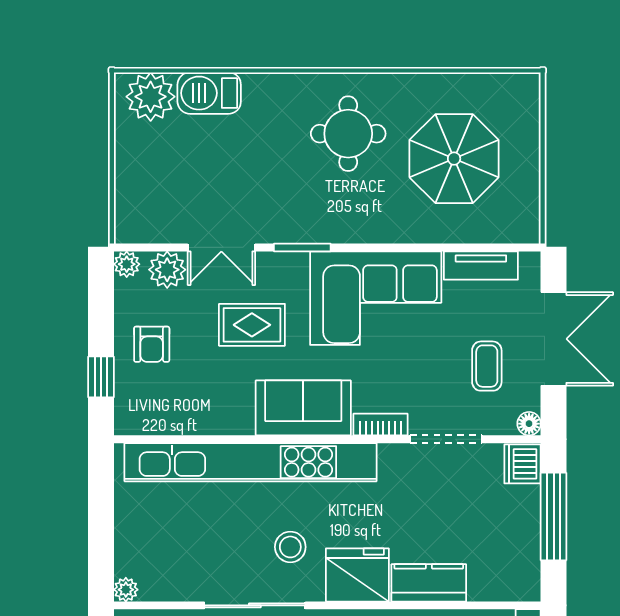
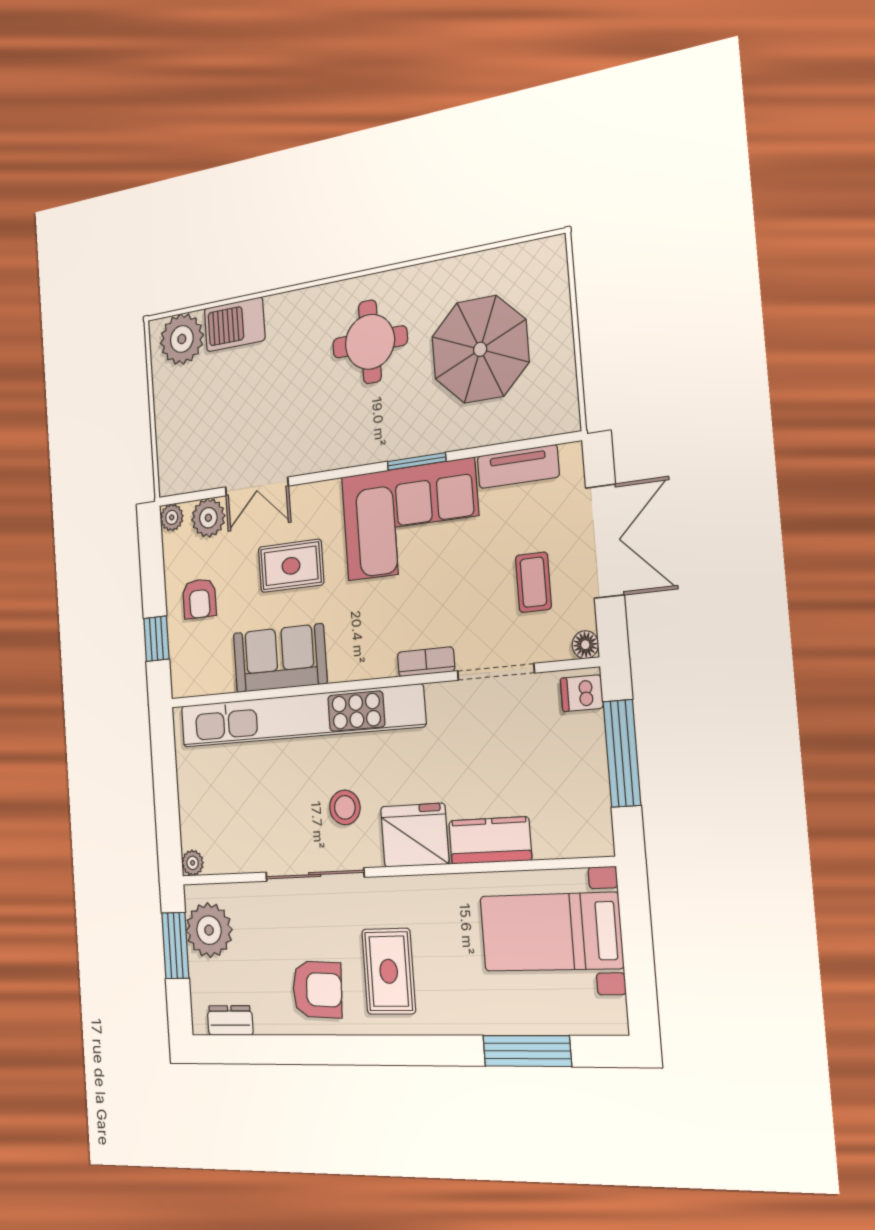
window: (302, 247) -> (417, 461), moved
sofa: (303, 408) -> (280, 658), moved
dishwasher: (522, 464) -> (582, 693), width x0.73

